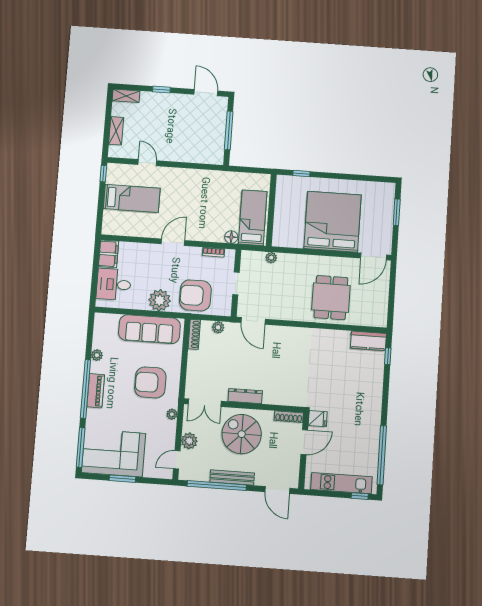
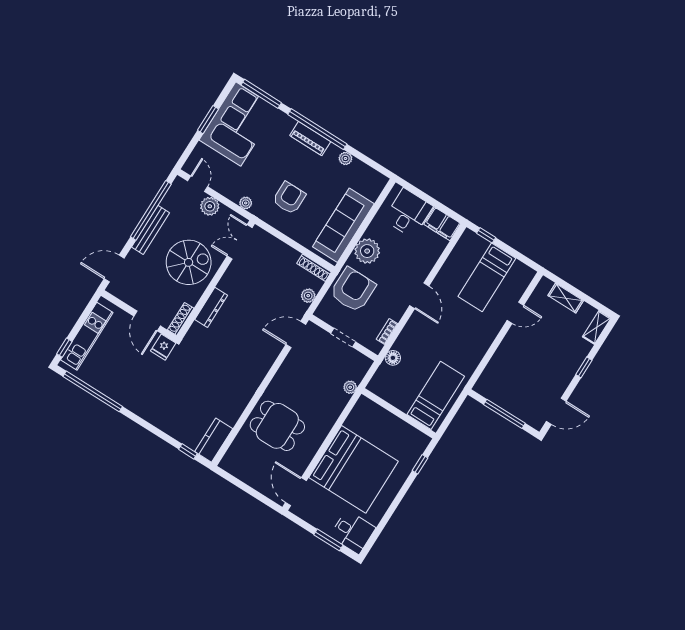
window: (103, 174) -> (486, 235), moved
desk: (381, 197) -> (353, 532), added
bed: (253, 218) -> (436, 395), moved, turned -90
armchair: (150, 382) -> (289, 198), width x0.73, depth x0.73
dresser: (245, 396) -> (211, 307), moved

